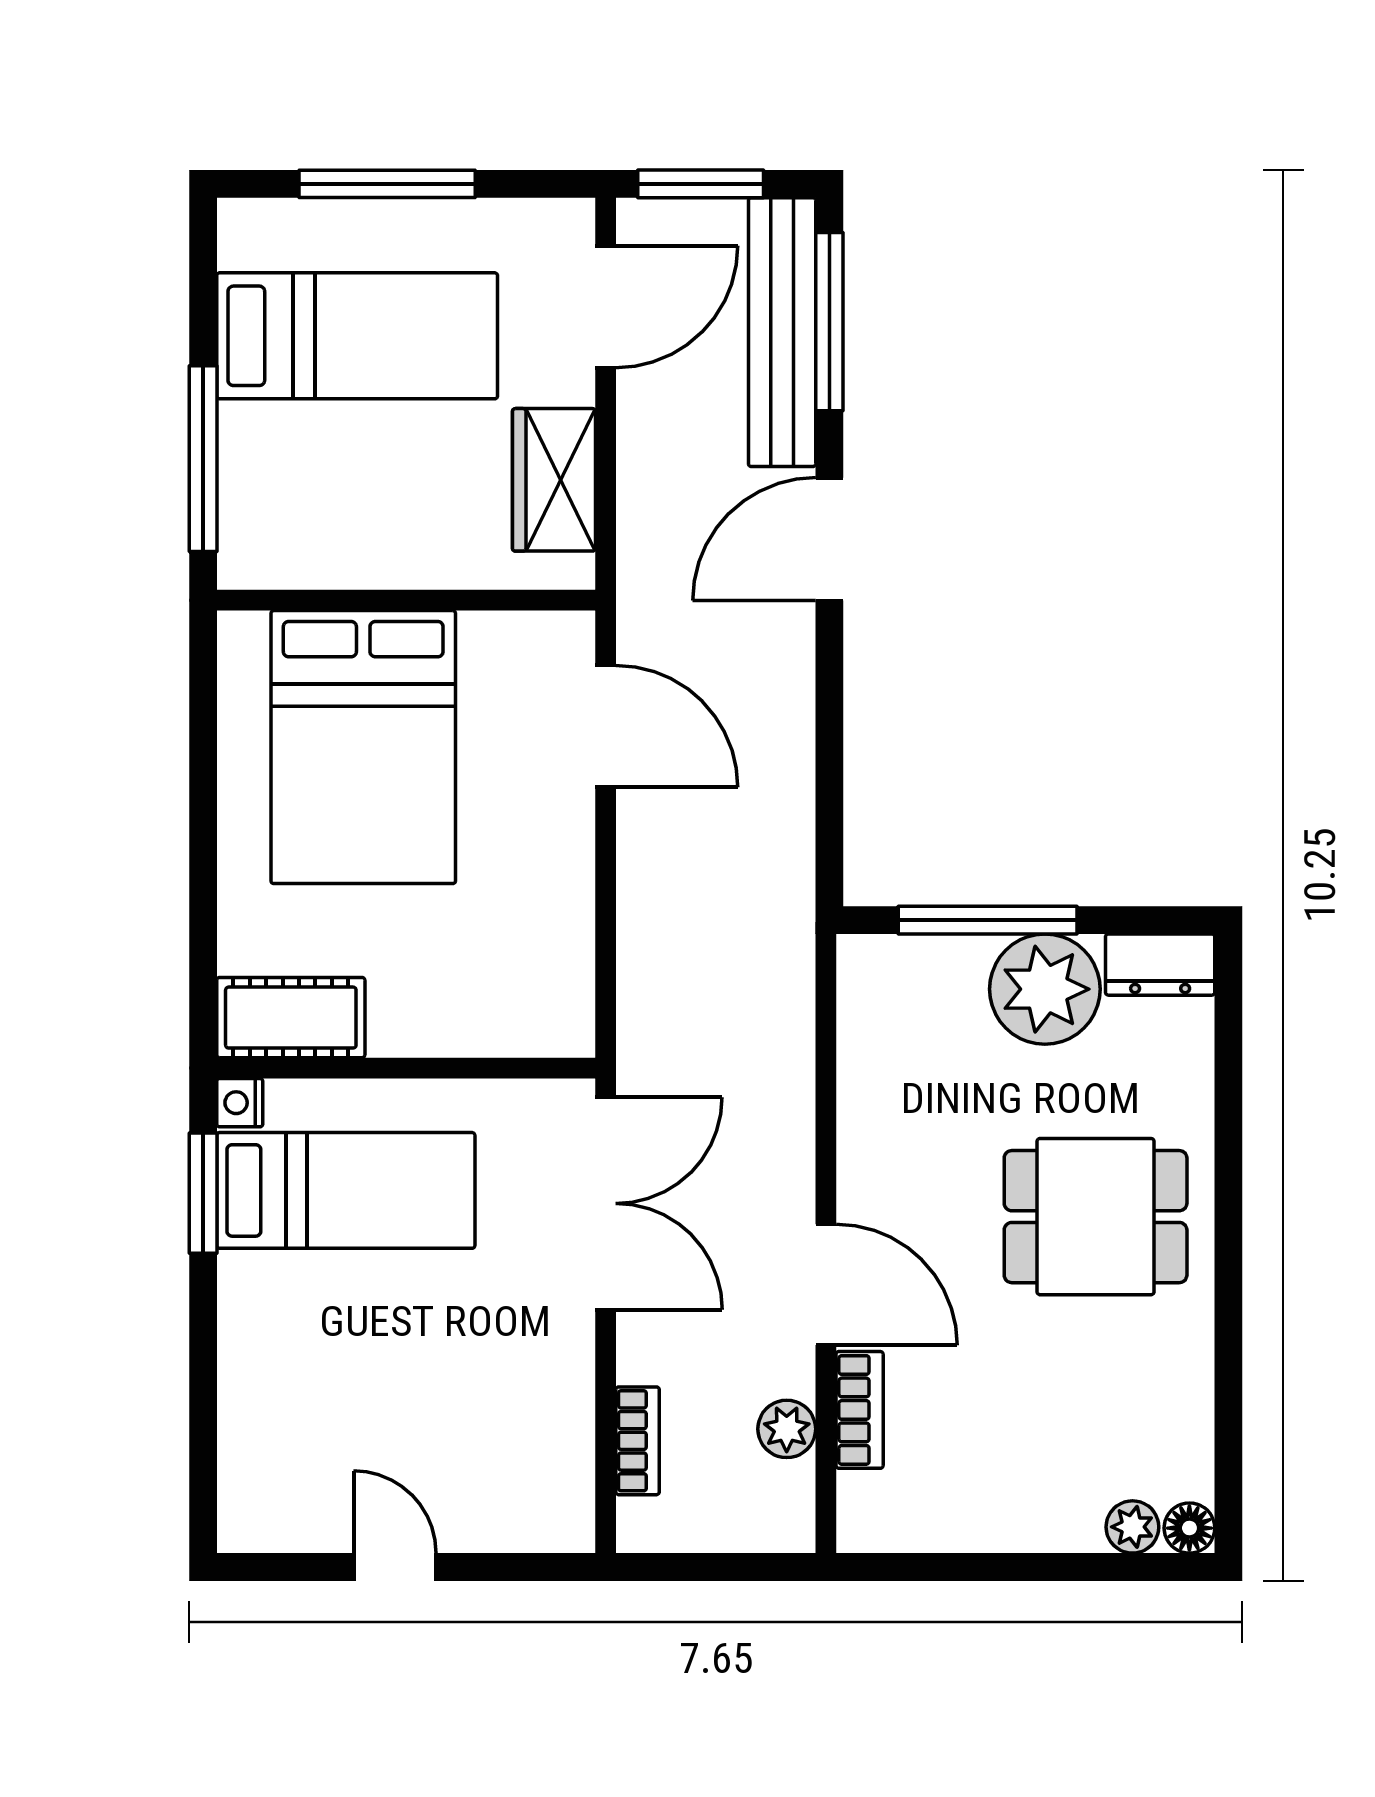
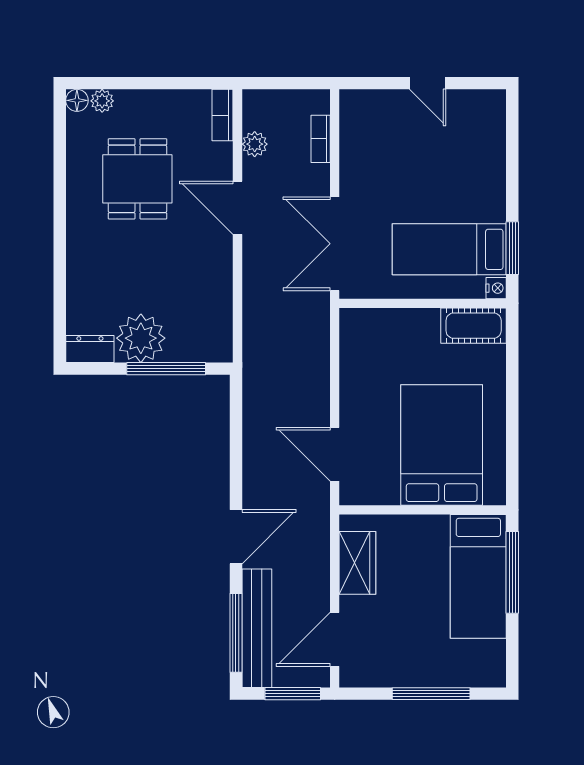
bed: (357, 336) -> (478, 576), moved, turned -90
dining table: (1096, 1217) -> (137, 179), moved, turned 90
bookcase: (860, 1410) -> (223, 115), moved

